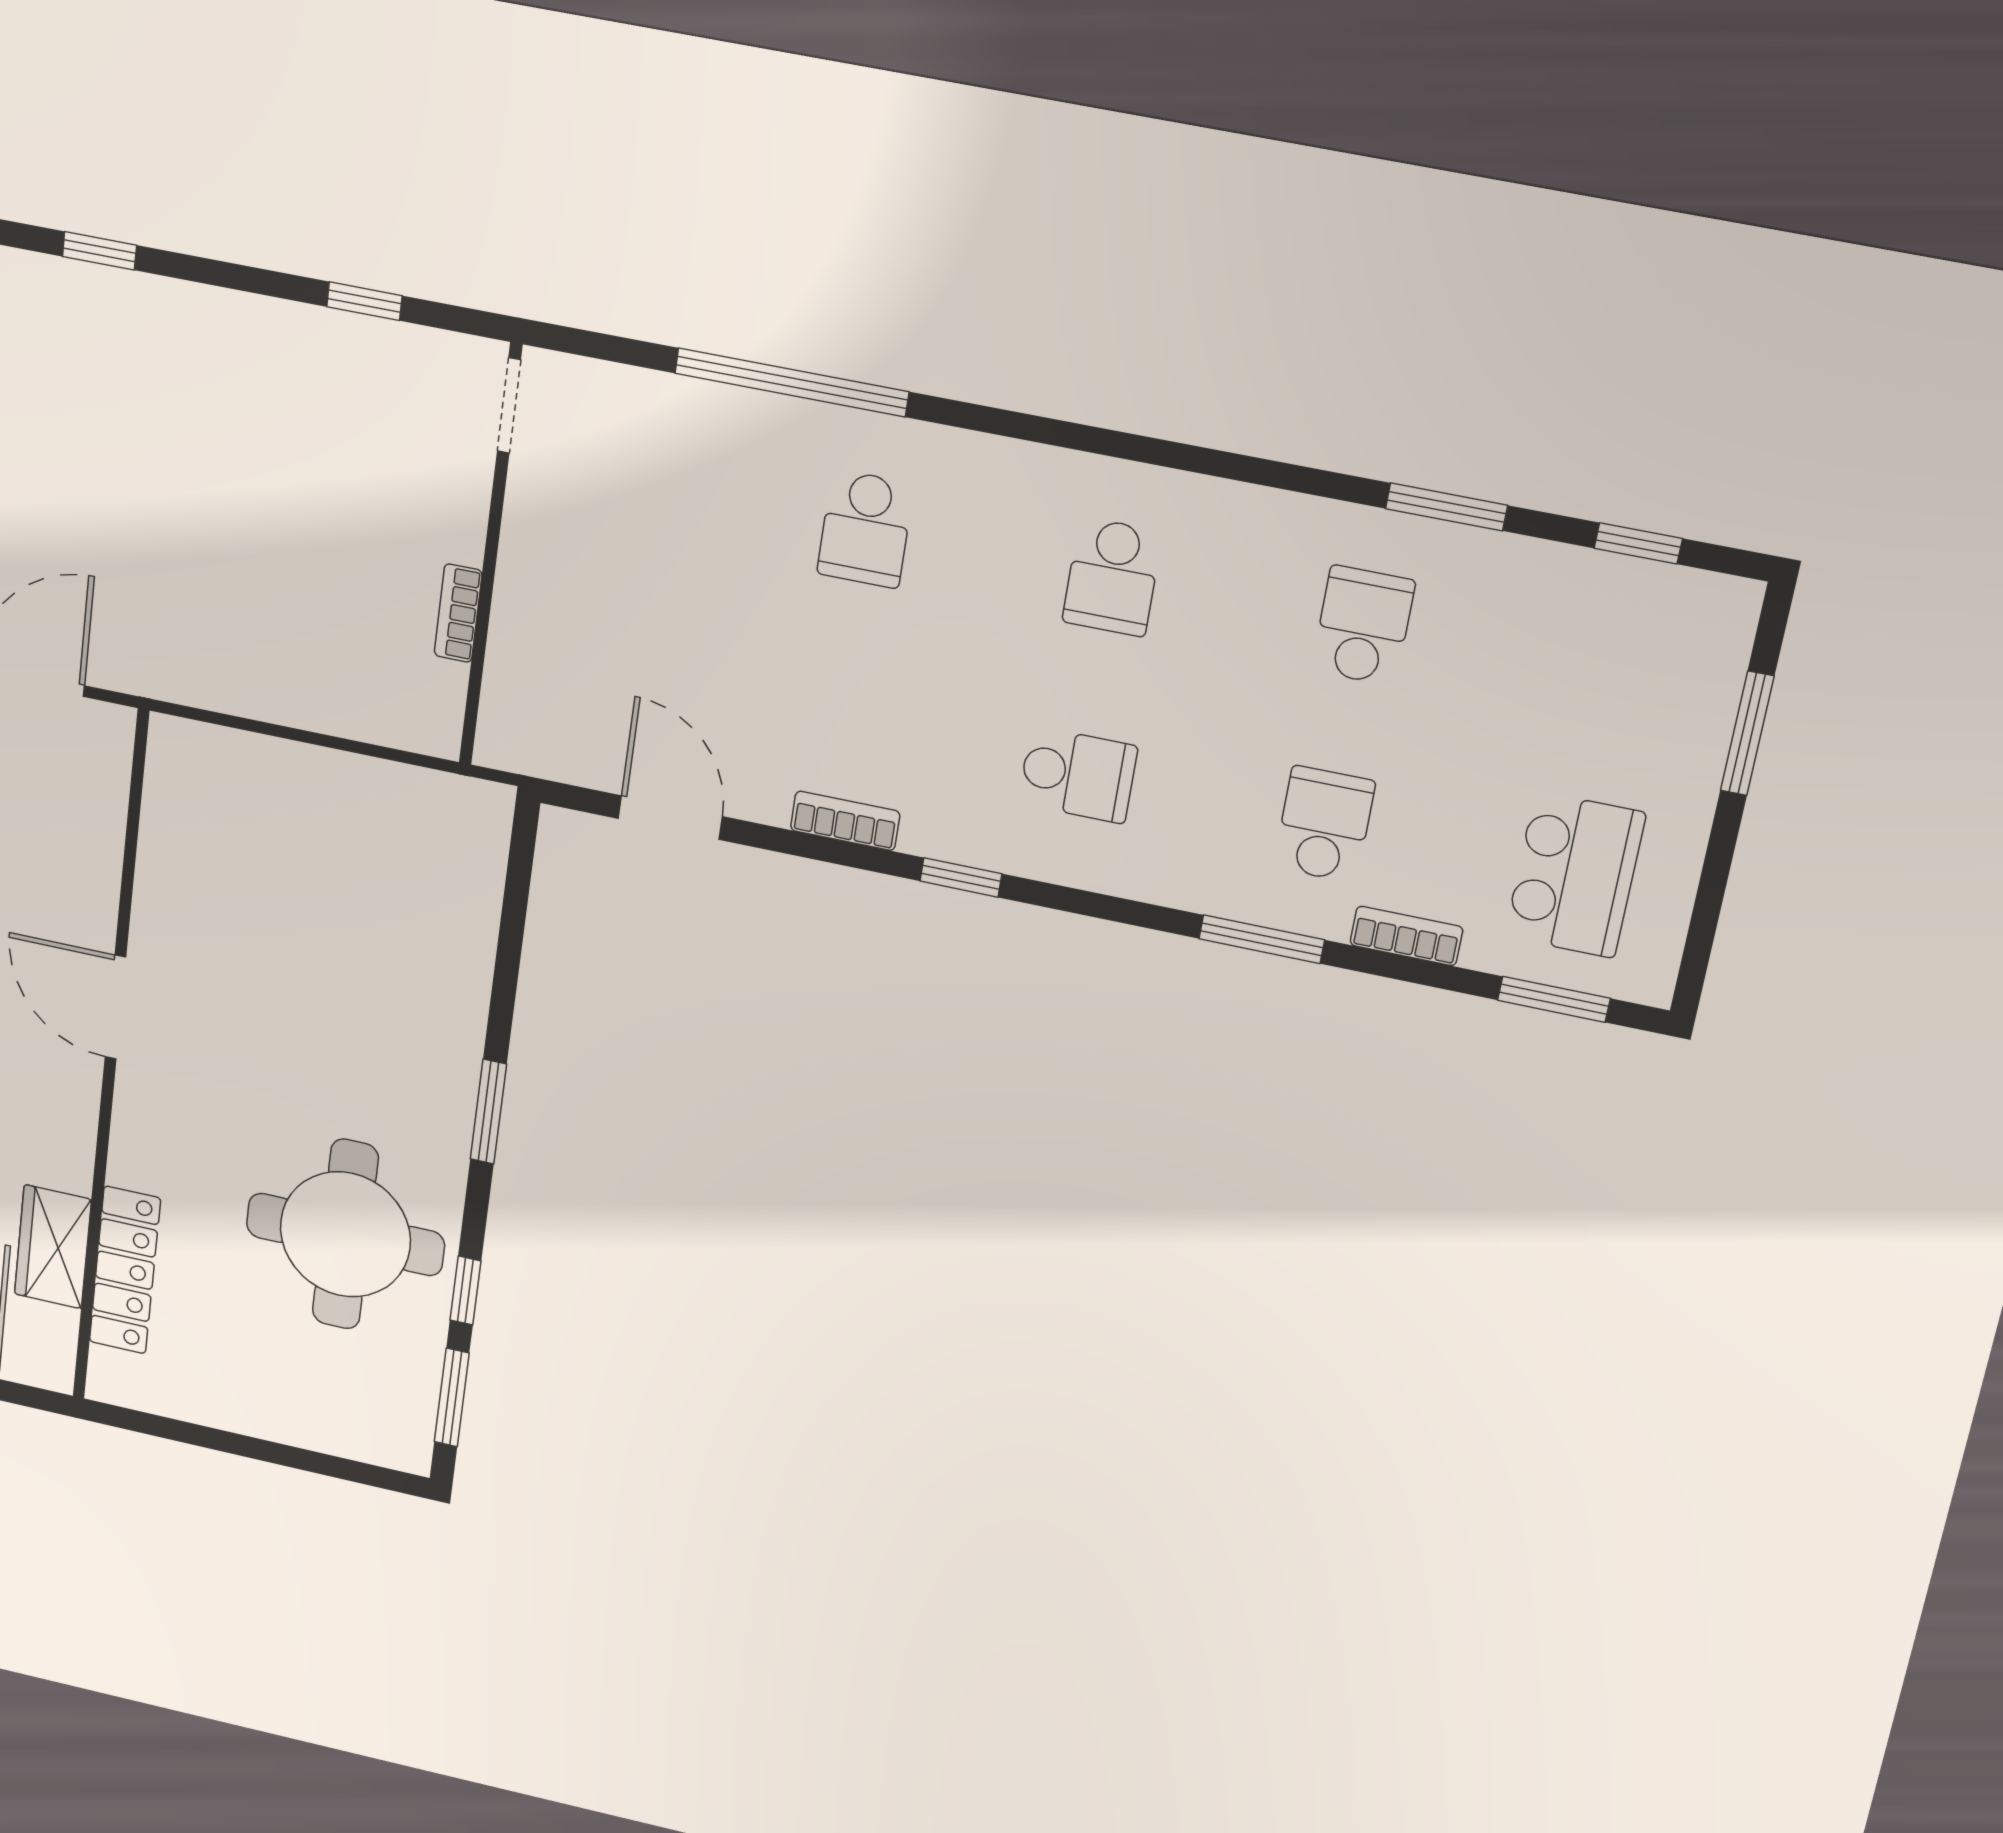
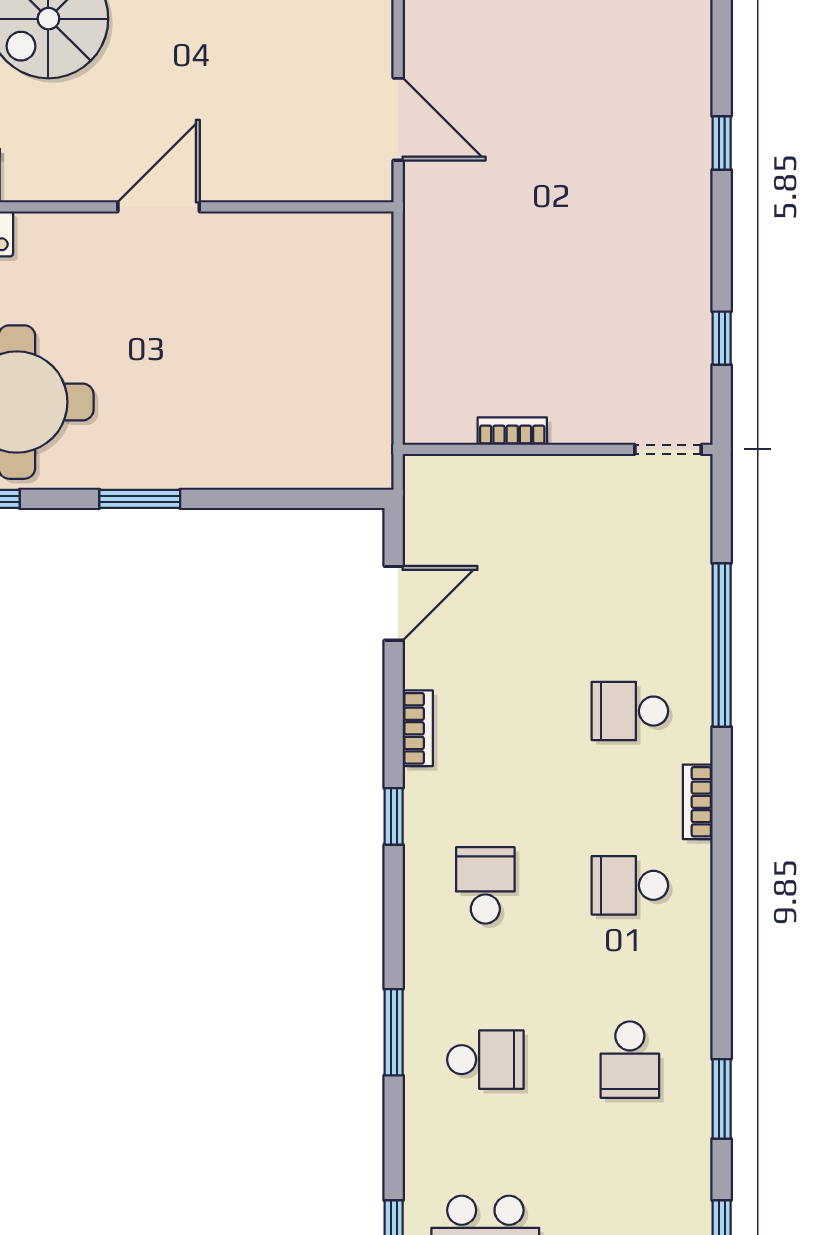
school desk: (1363, 626) -> (630, 1060), turned 90
school desk: (1078, 775) -> (485, 885), turned 180
bookcase: (1406, 936) -> (698, 802), moved, turned 180

